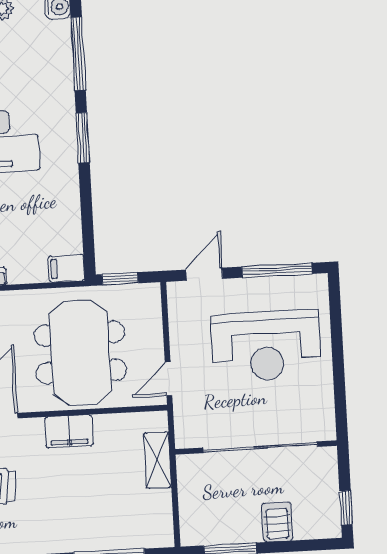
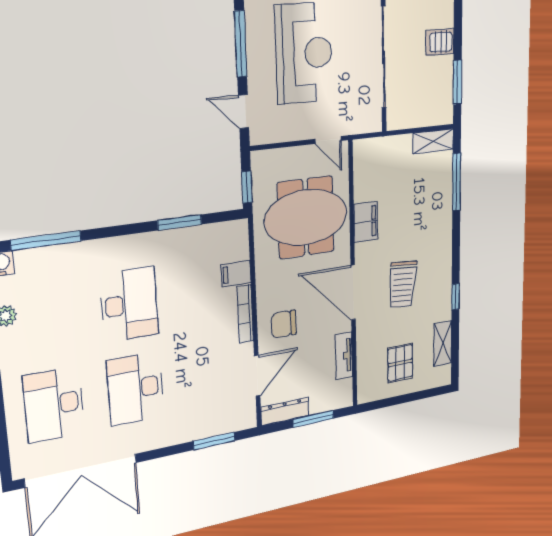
window: (83, 138) -> (180, 222), moved
filing cabinet: (66, 268) -> (236, 274), moved, turned 90
shelving: (157, 460) -> (433, 141), moved

